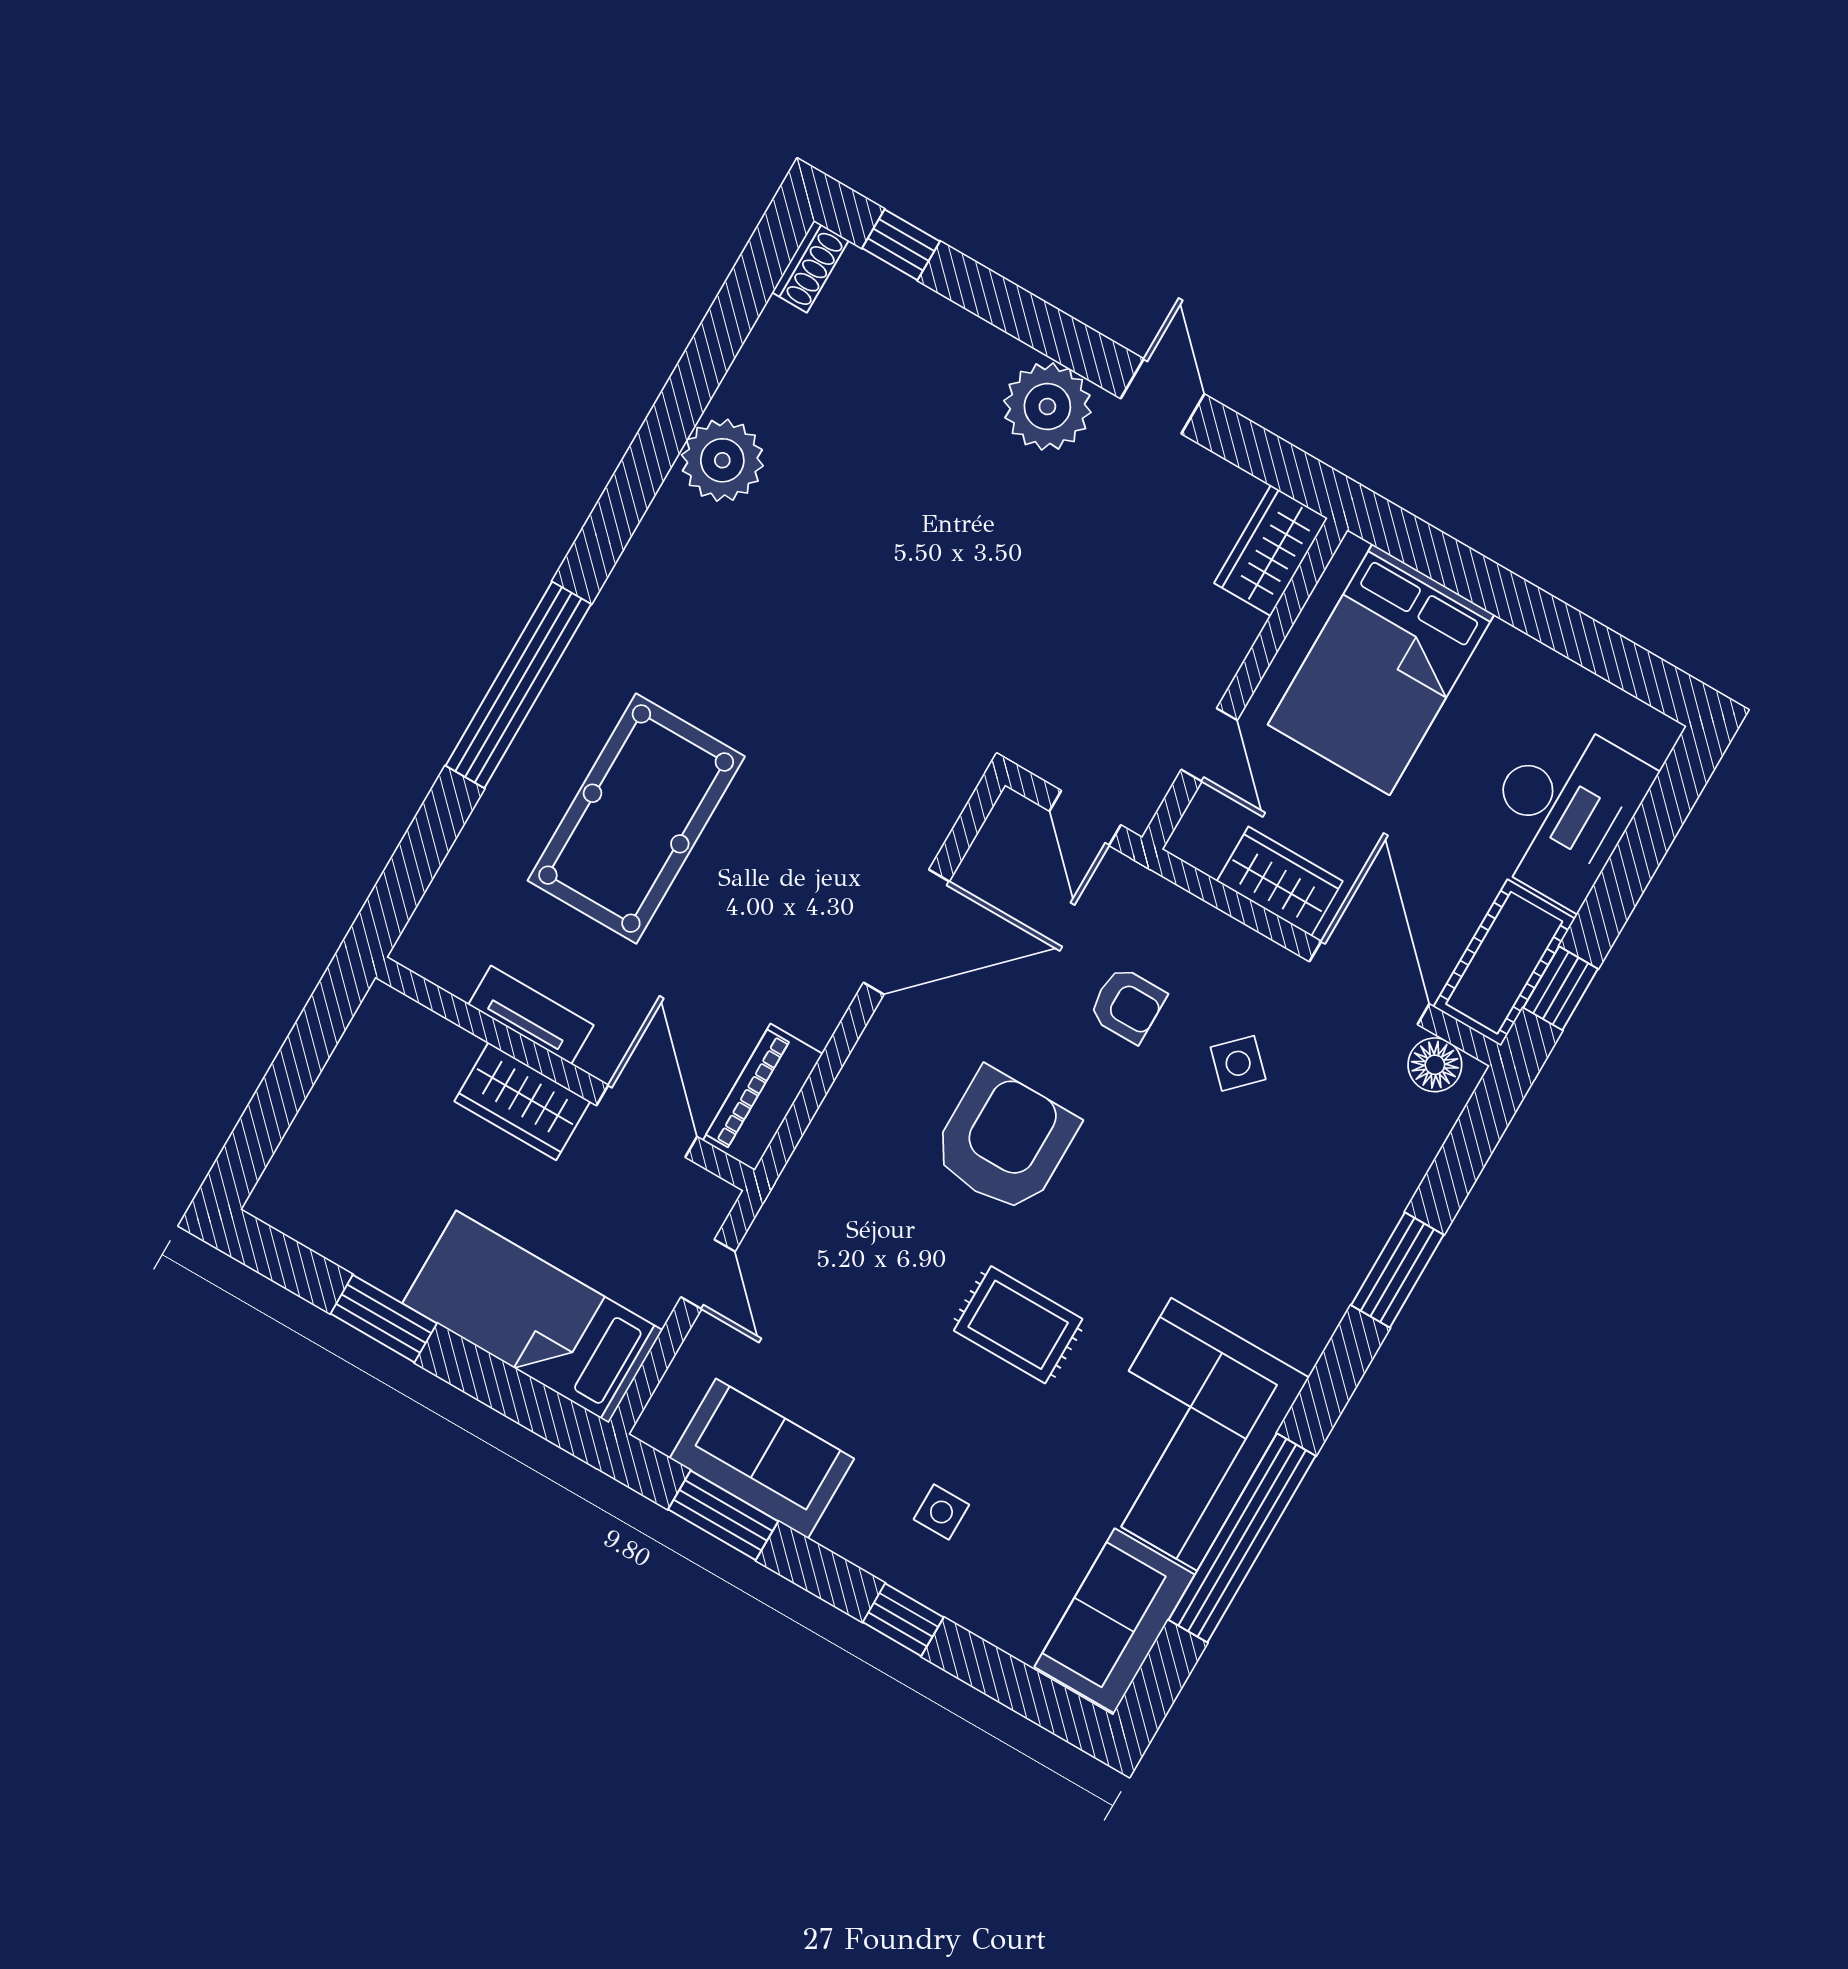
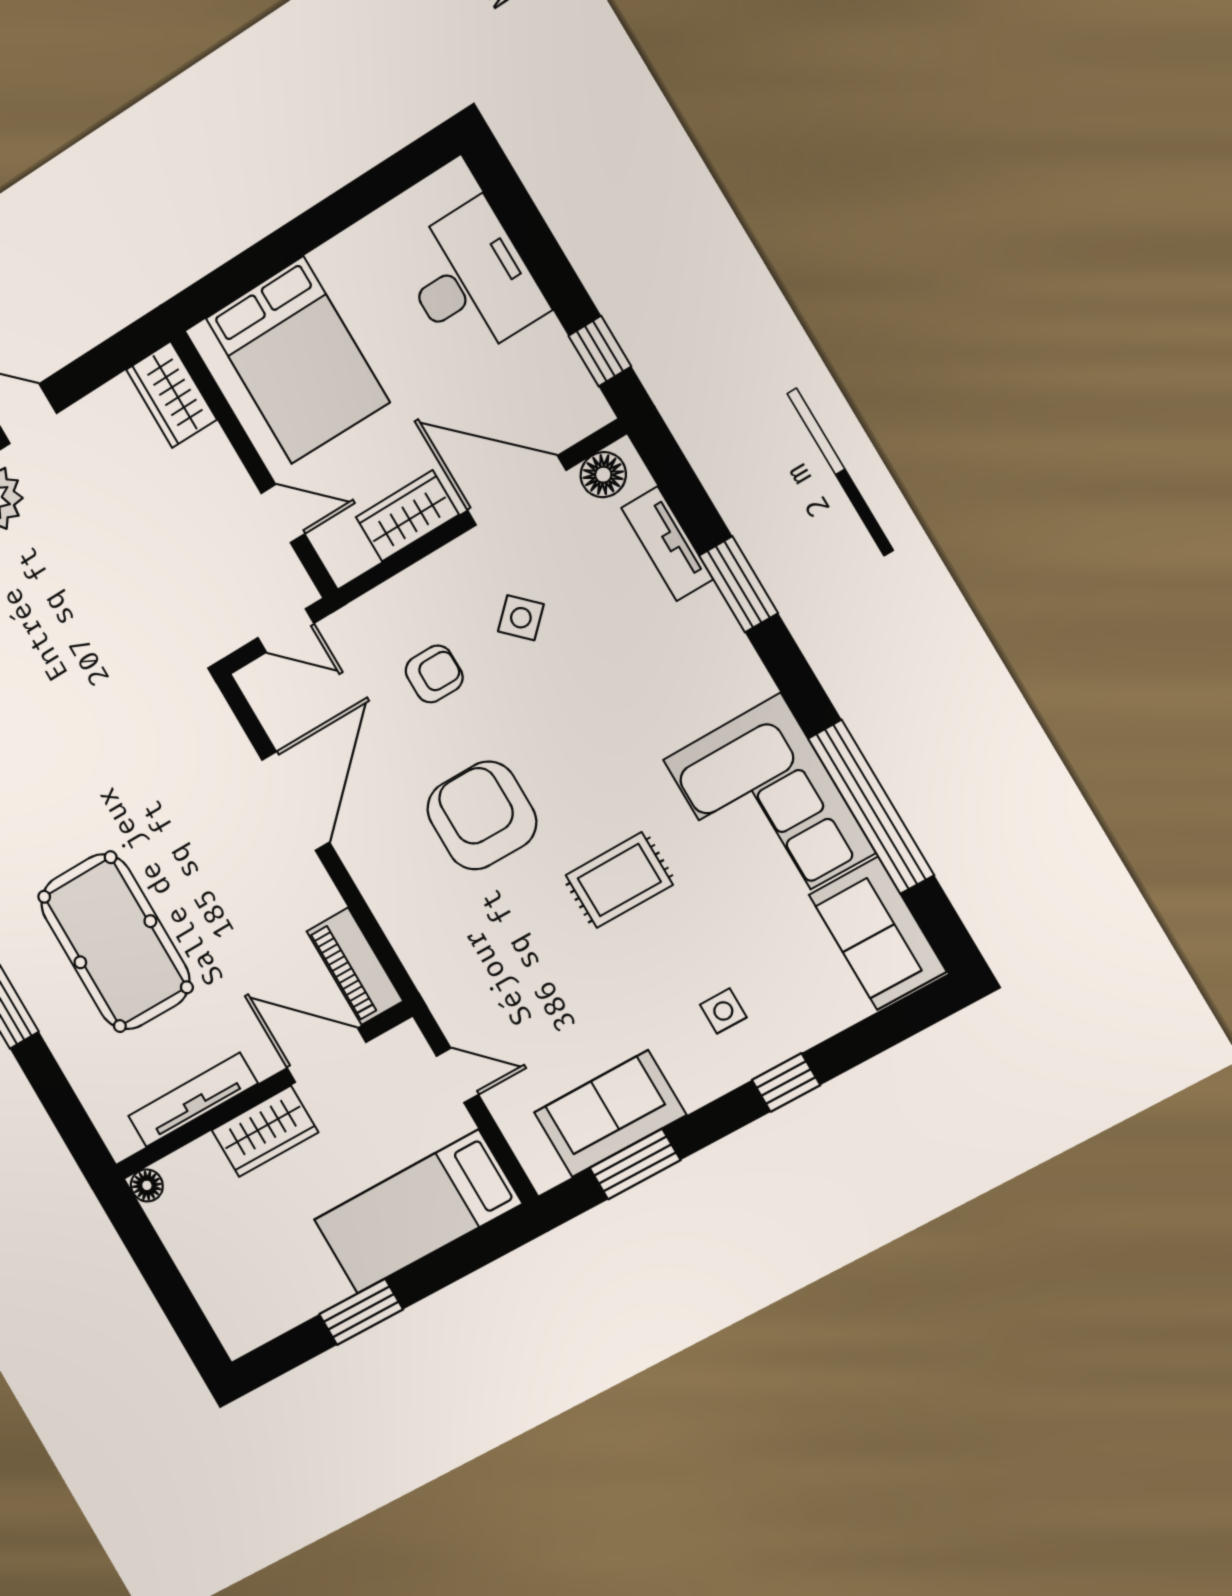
cot: (1504, 963) -> (558, 383), removed
floor lamp: (383, 1005) -> (147, 1185), added
tv unit: (531, 1015) -> (193, 1100), width x1.41
tv unit: (1399, 1172) -> (667, 544), added

